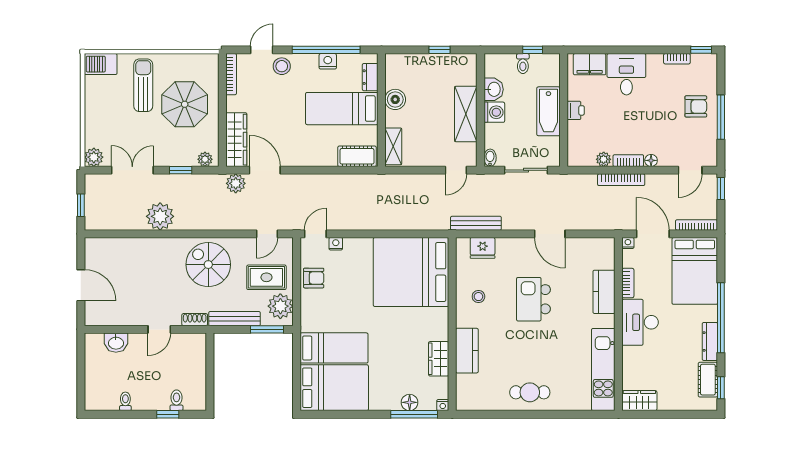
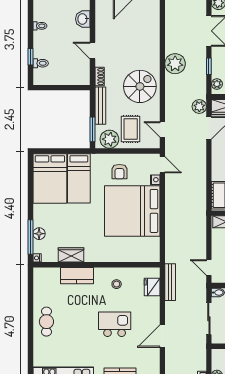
plant: (160, 216) -> (175, 64), moved
bed: (411, 272) -> (132, 211), moved, turned -90
armchair: (314, 278) -> (119, 172), moved

